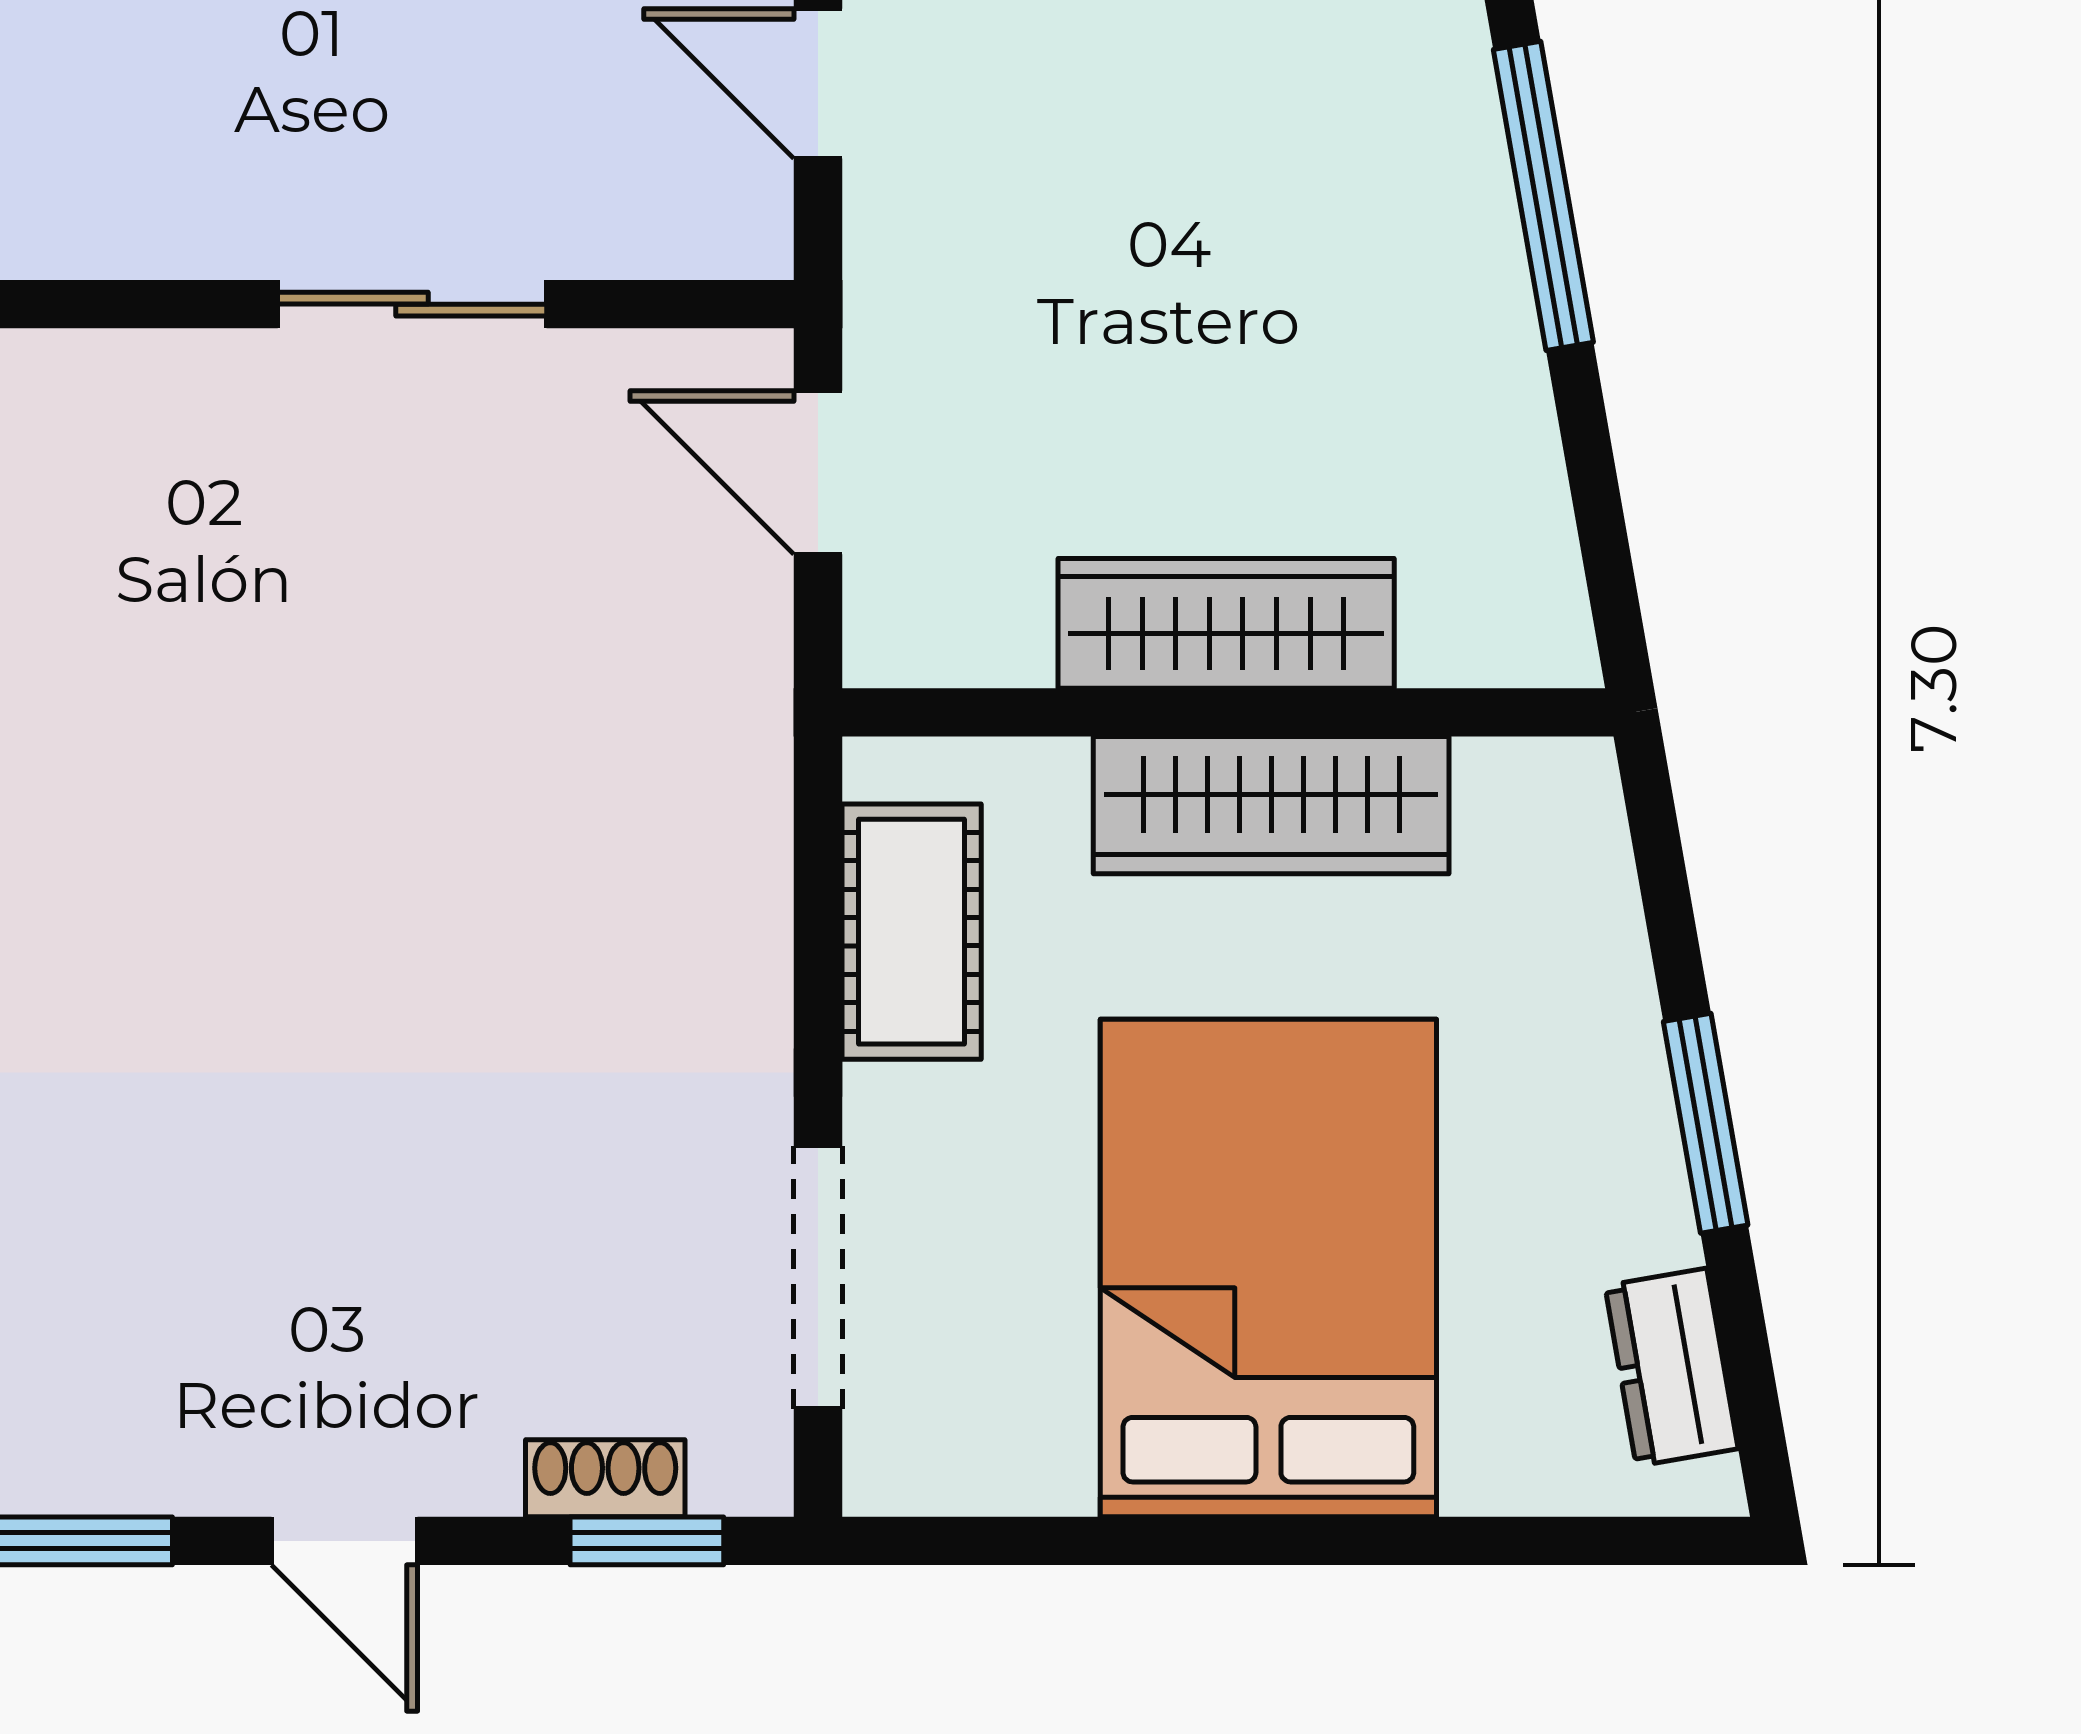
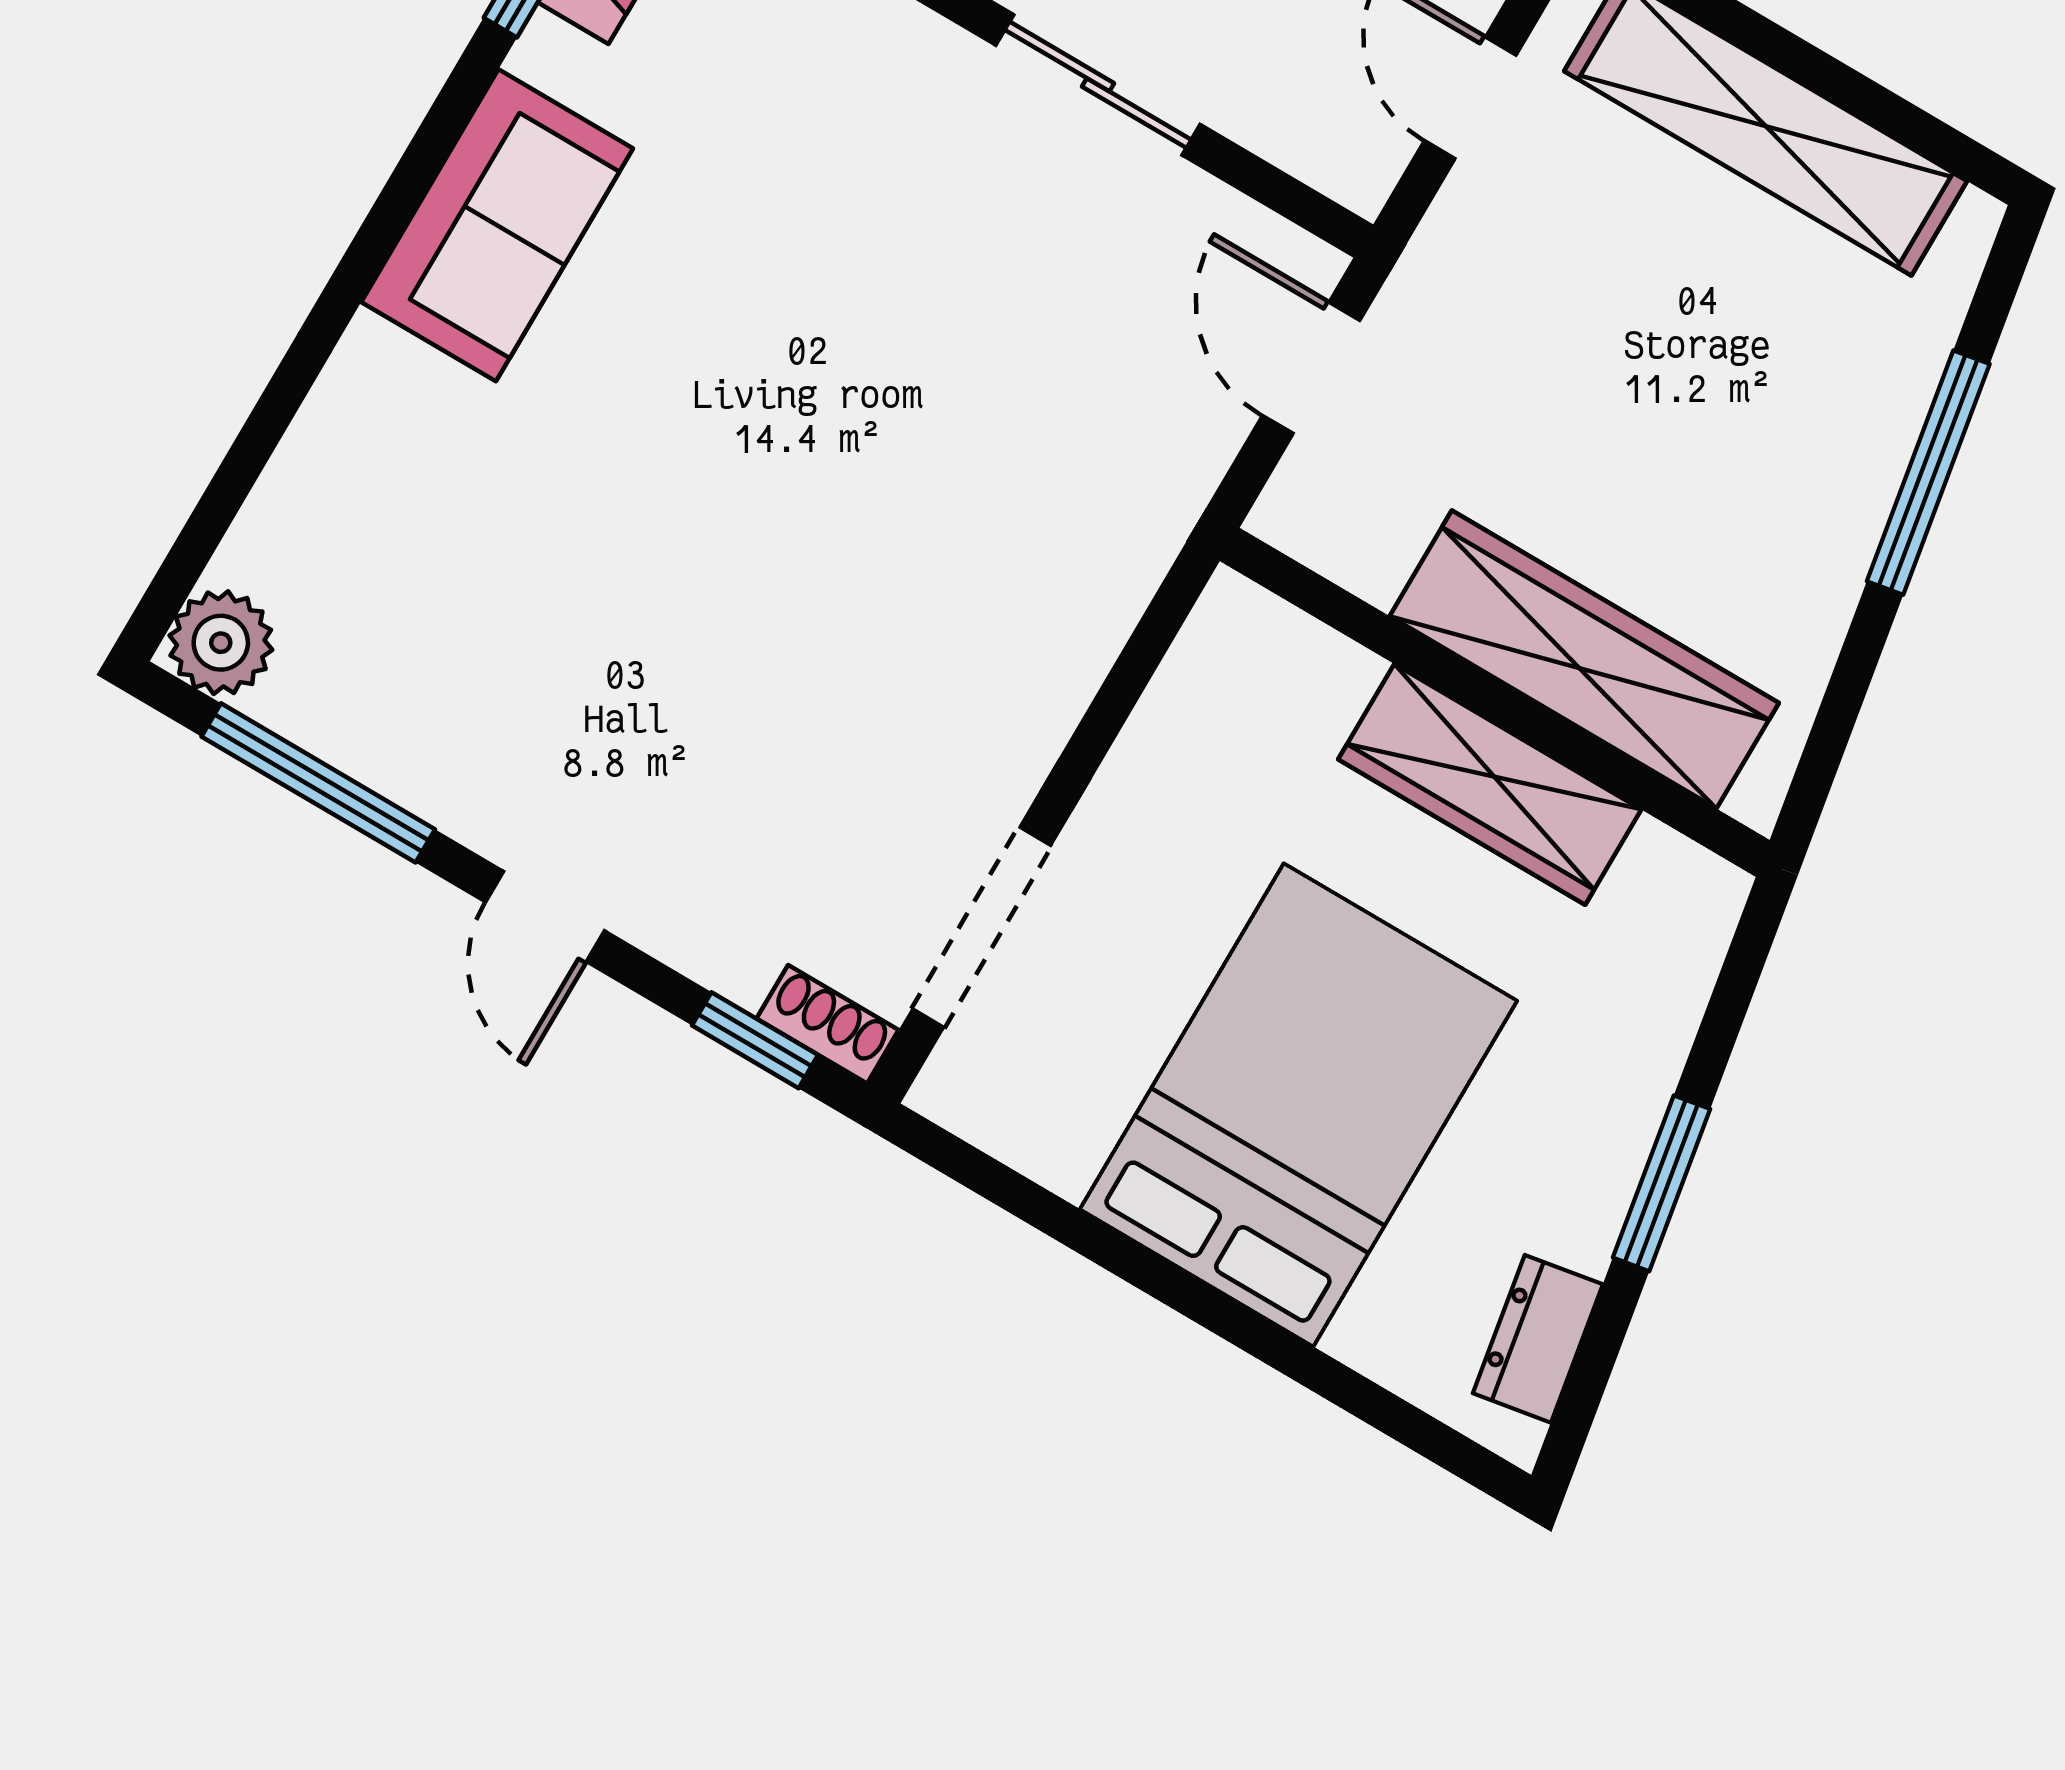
wardrobe: (1226, 623) -> (1584, 659), width x1.40, depth x1.17
cot: (912, 932) -> (1188, 725), removed
shoe rack: (605, 1478) -> (828, 1024), moved

